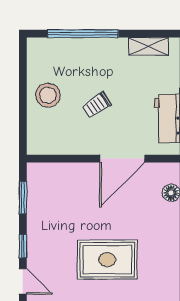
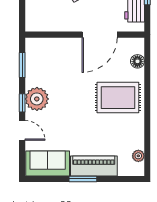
plant: (42, 241) -> (37, 99), added
rug: (107, 260) -> (118, 98), moved

